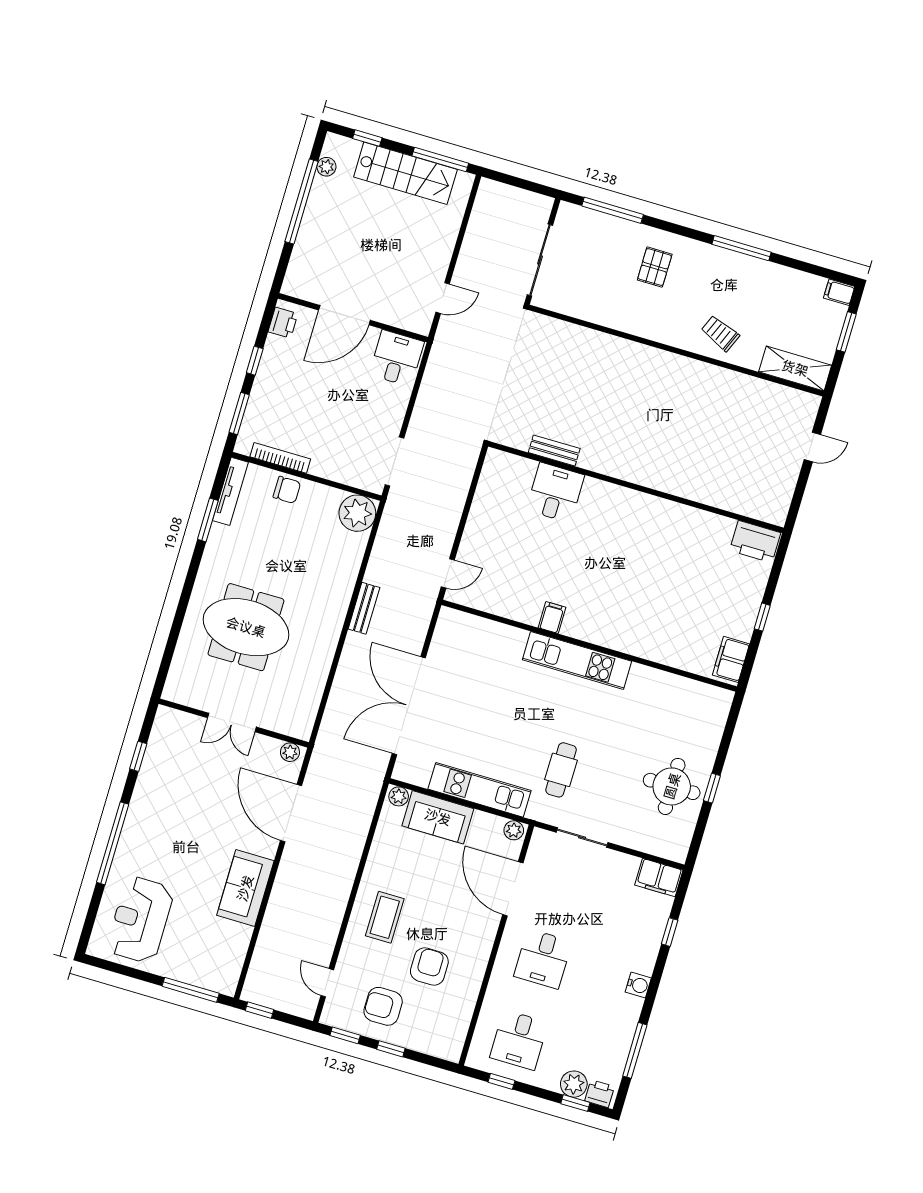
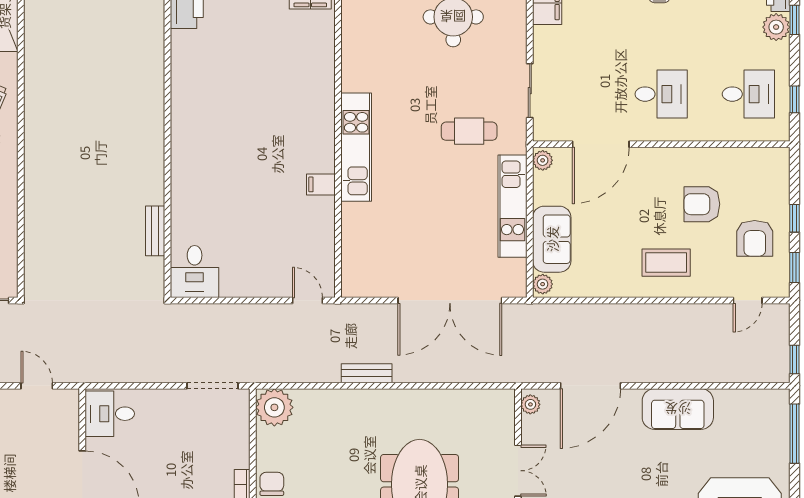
desk: (555, 493) -> (195, 271), moved, turned -90

